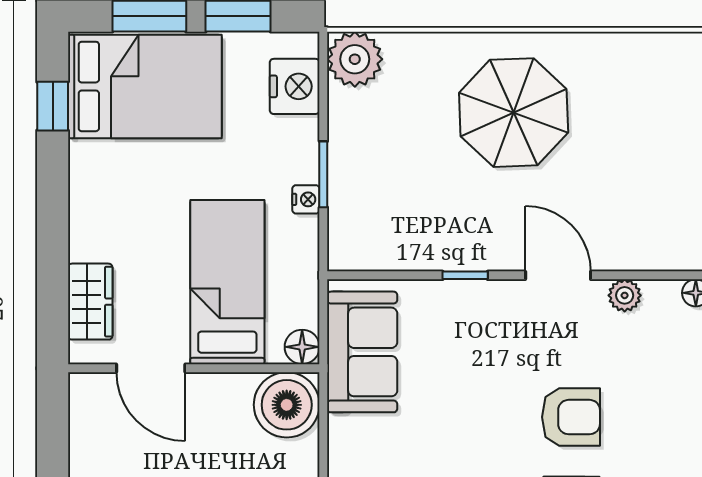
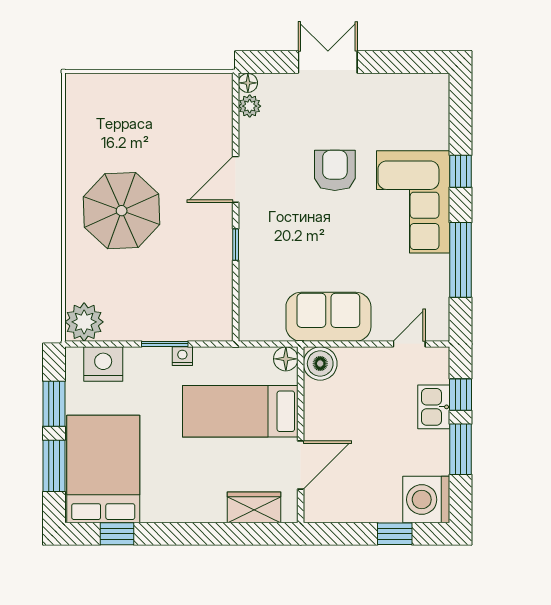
plant: (625, 295) -> (250, 106), moved
sofa: (362, 352) -> (328, 317), moved
boiler: (287, 405) -> (320, 364), width x0.73, depth x0.73

